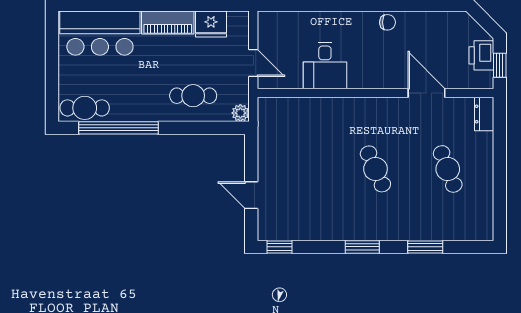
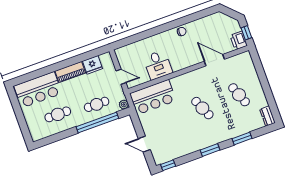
printer: (481, 55) -> (239, 41), moved
cafe table: (85, 108) -> (58, 114), moved
dresser: (484, 114) -> (268, 116), moved
bar counter: (296, 119) -> (153, 97), added
window: (119, 128) -> (97, 122), moved

